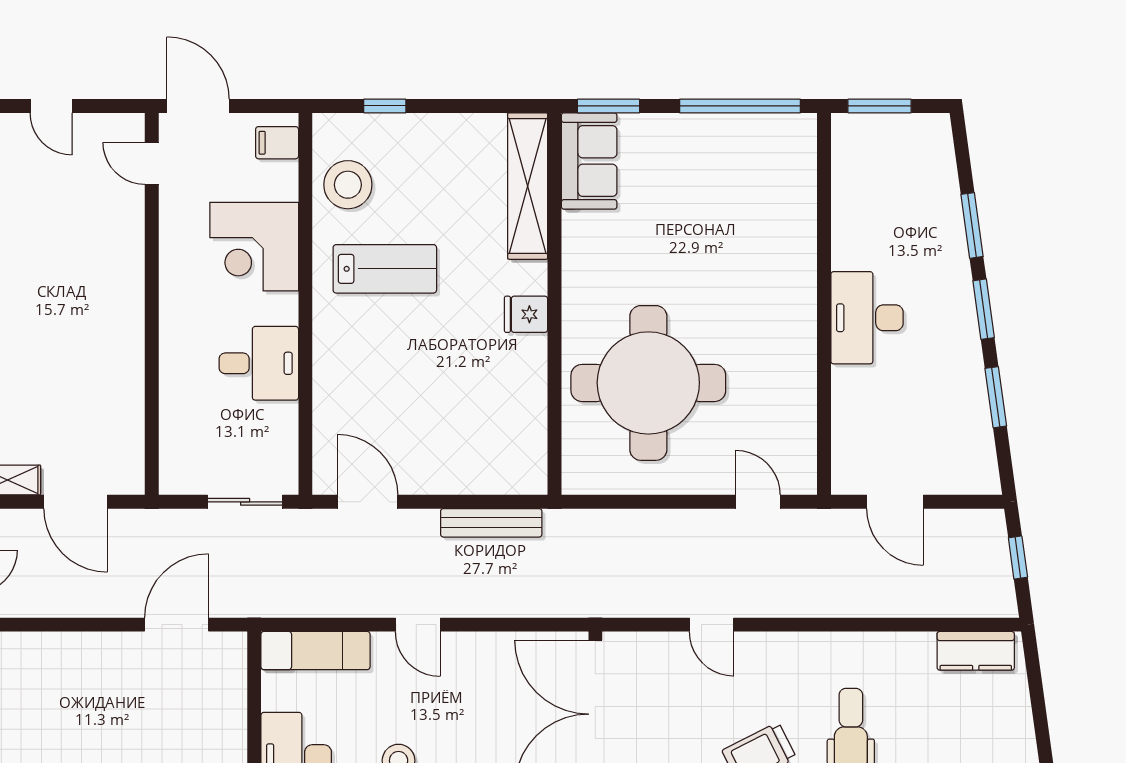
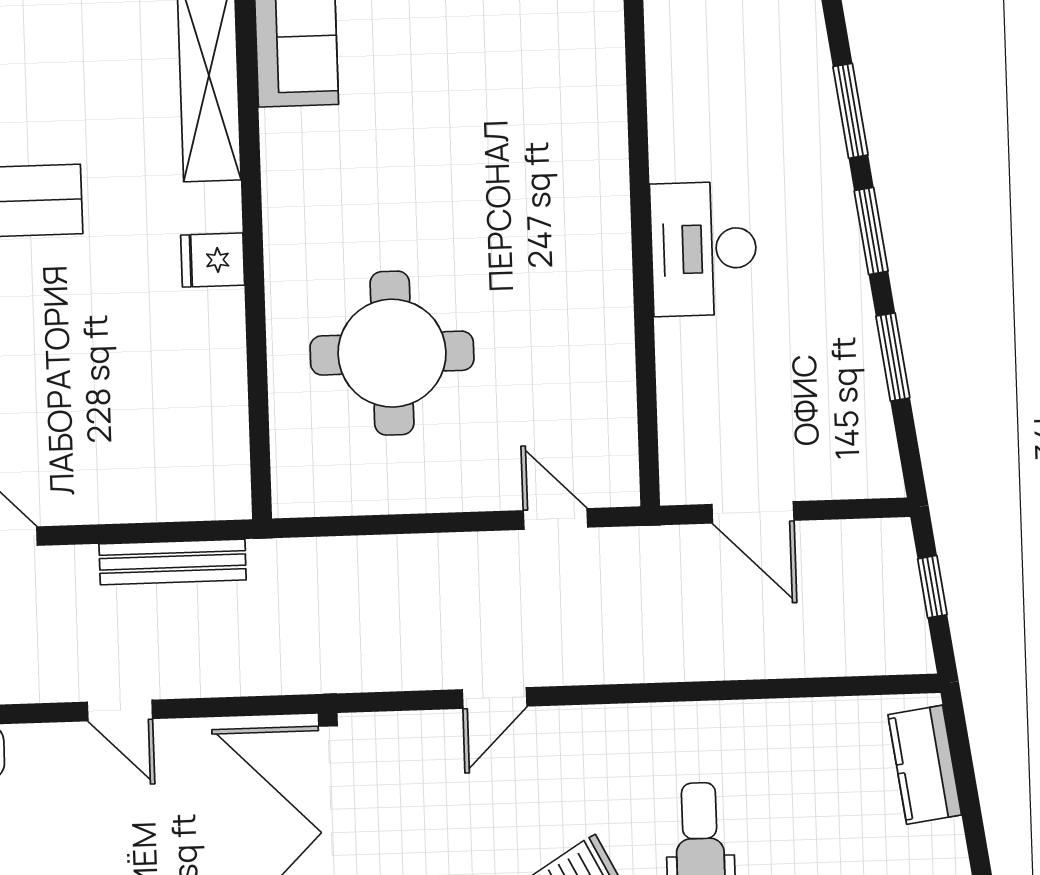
round table: (648, 383) -> (392, 353), width x0.73, depth x0.73
door: (418, 625) -> (120, 710), moved
door: (712, 625) -> (495, 698), hinge flipped
kitchen counter: (976, 651) -> (925, 765), moved, turned 82

